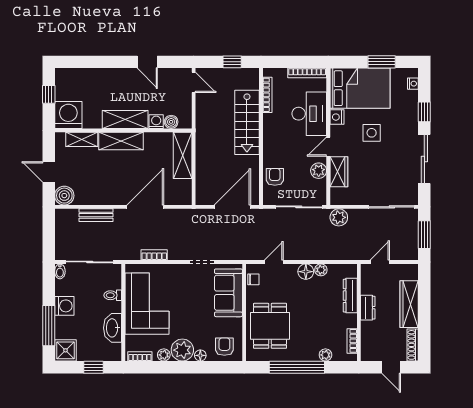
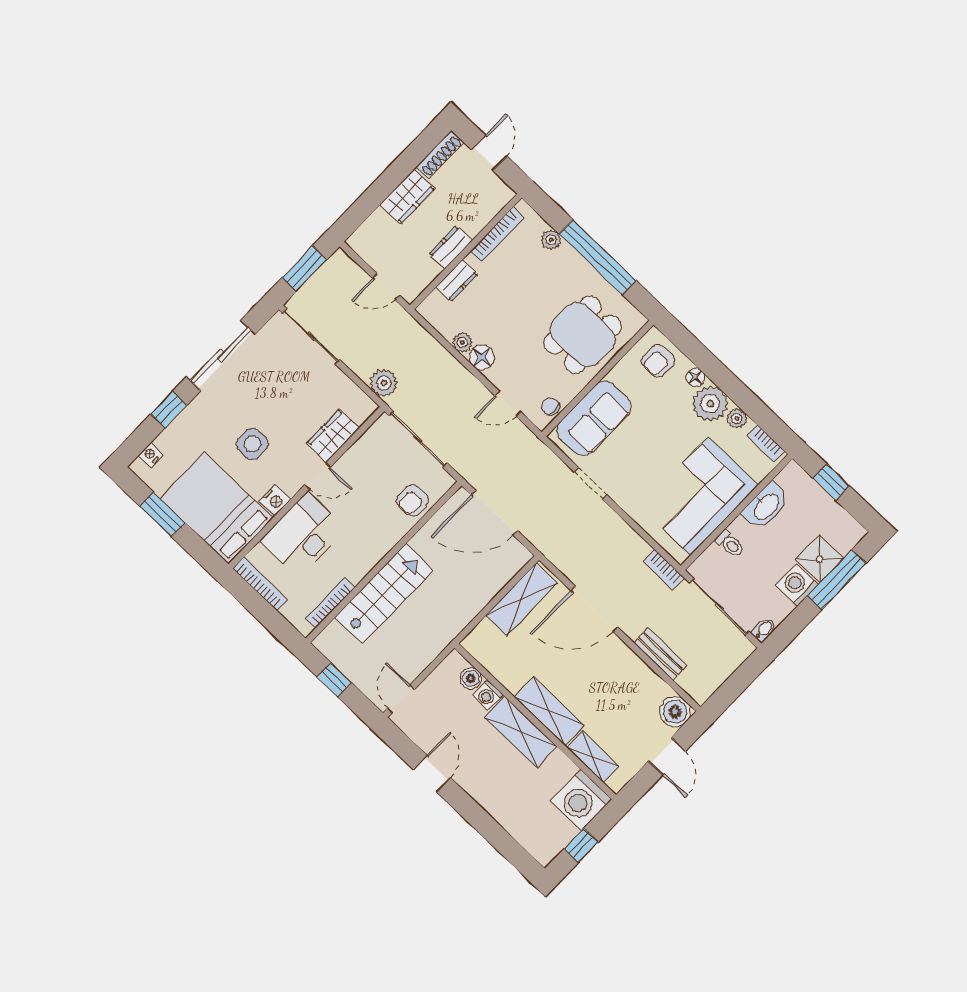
shelving: (183, 155) -> (522, 599), moved
plant: (319, 171) -> (355, 459), removed
bookcase: (154, 255) -> (664, 570), moved
dresser: (350, 296) -> (457, 280), width x0.70
wardrobe: (409, 304) -> (407, 197), width x0.67
bookcase: (352, 341) -> (497, 234), width x1.56
shower: (65, 350) -> (819, 559), moved

